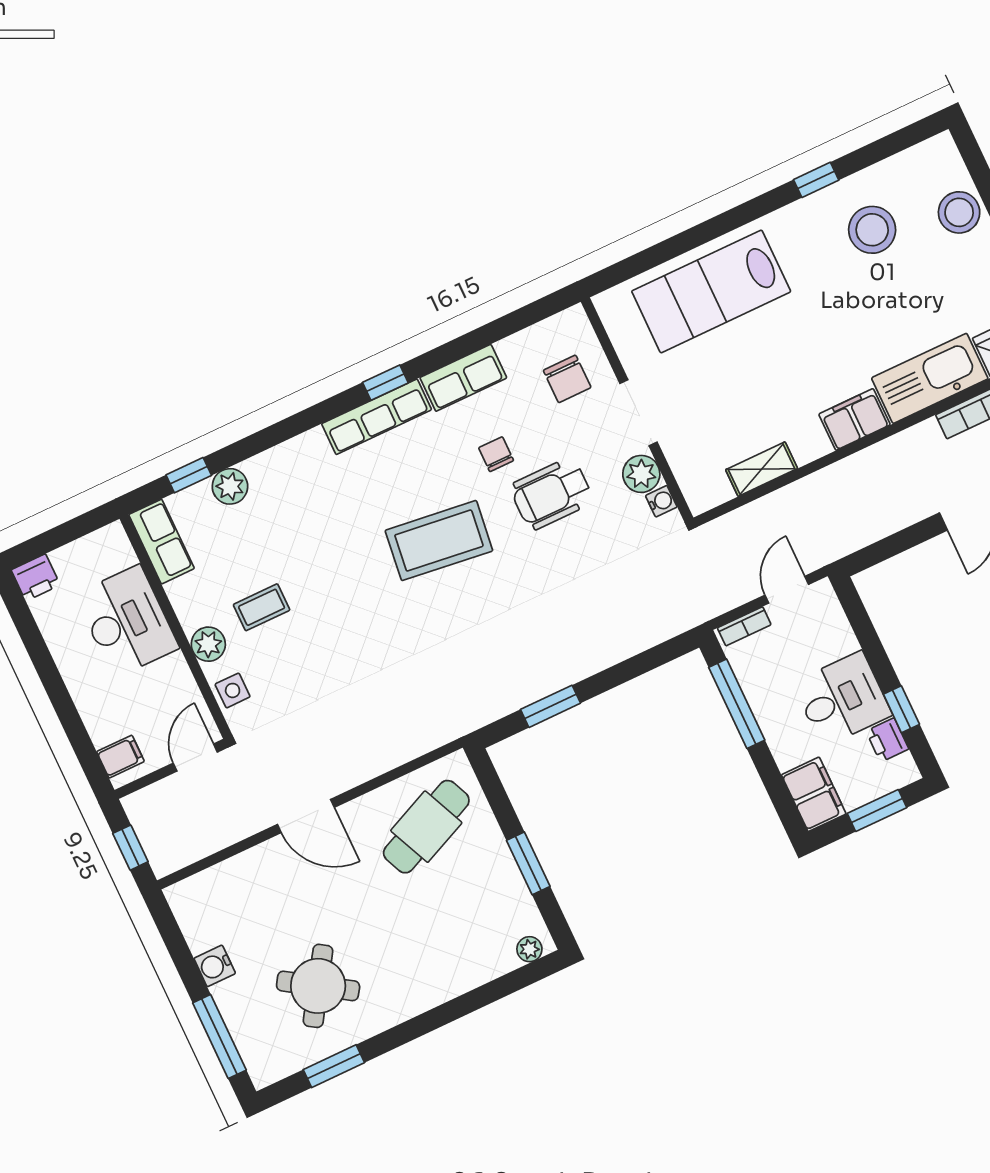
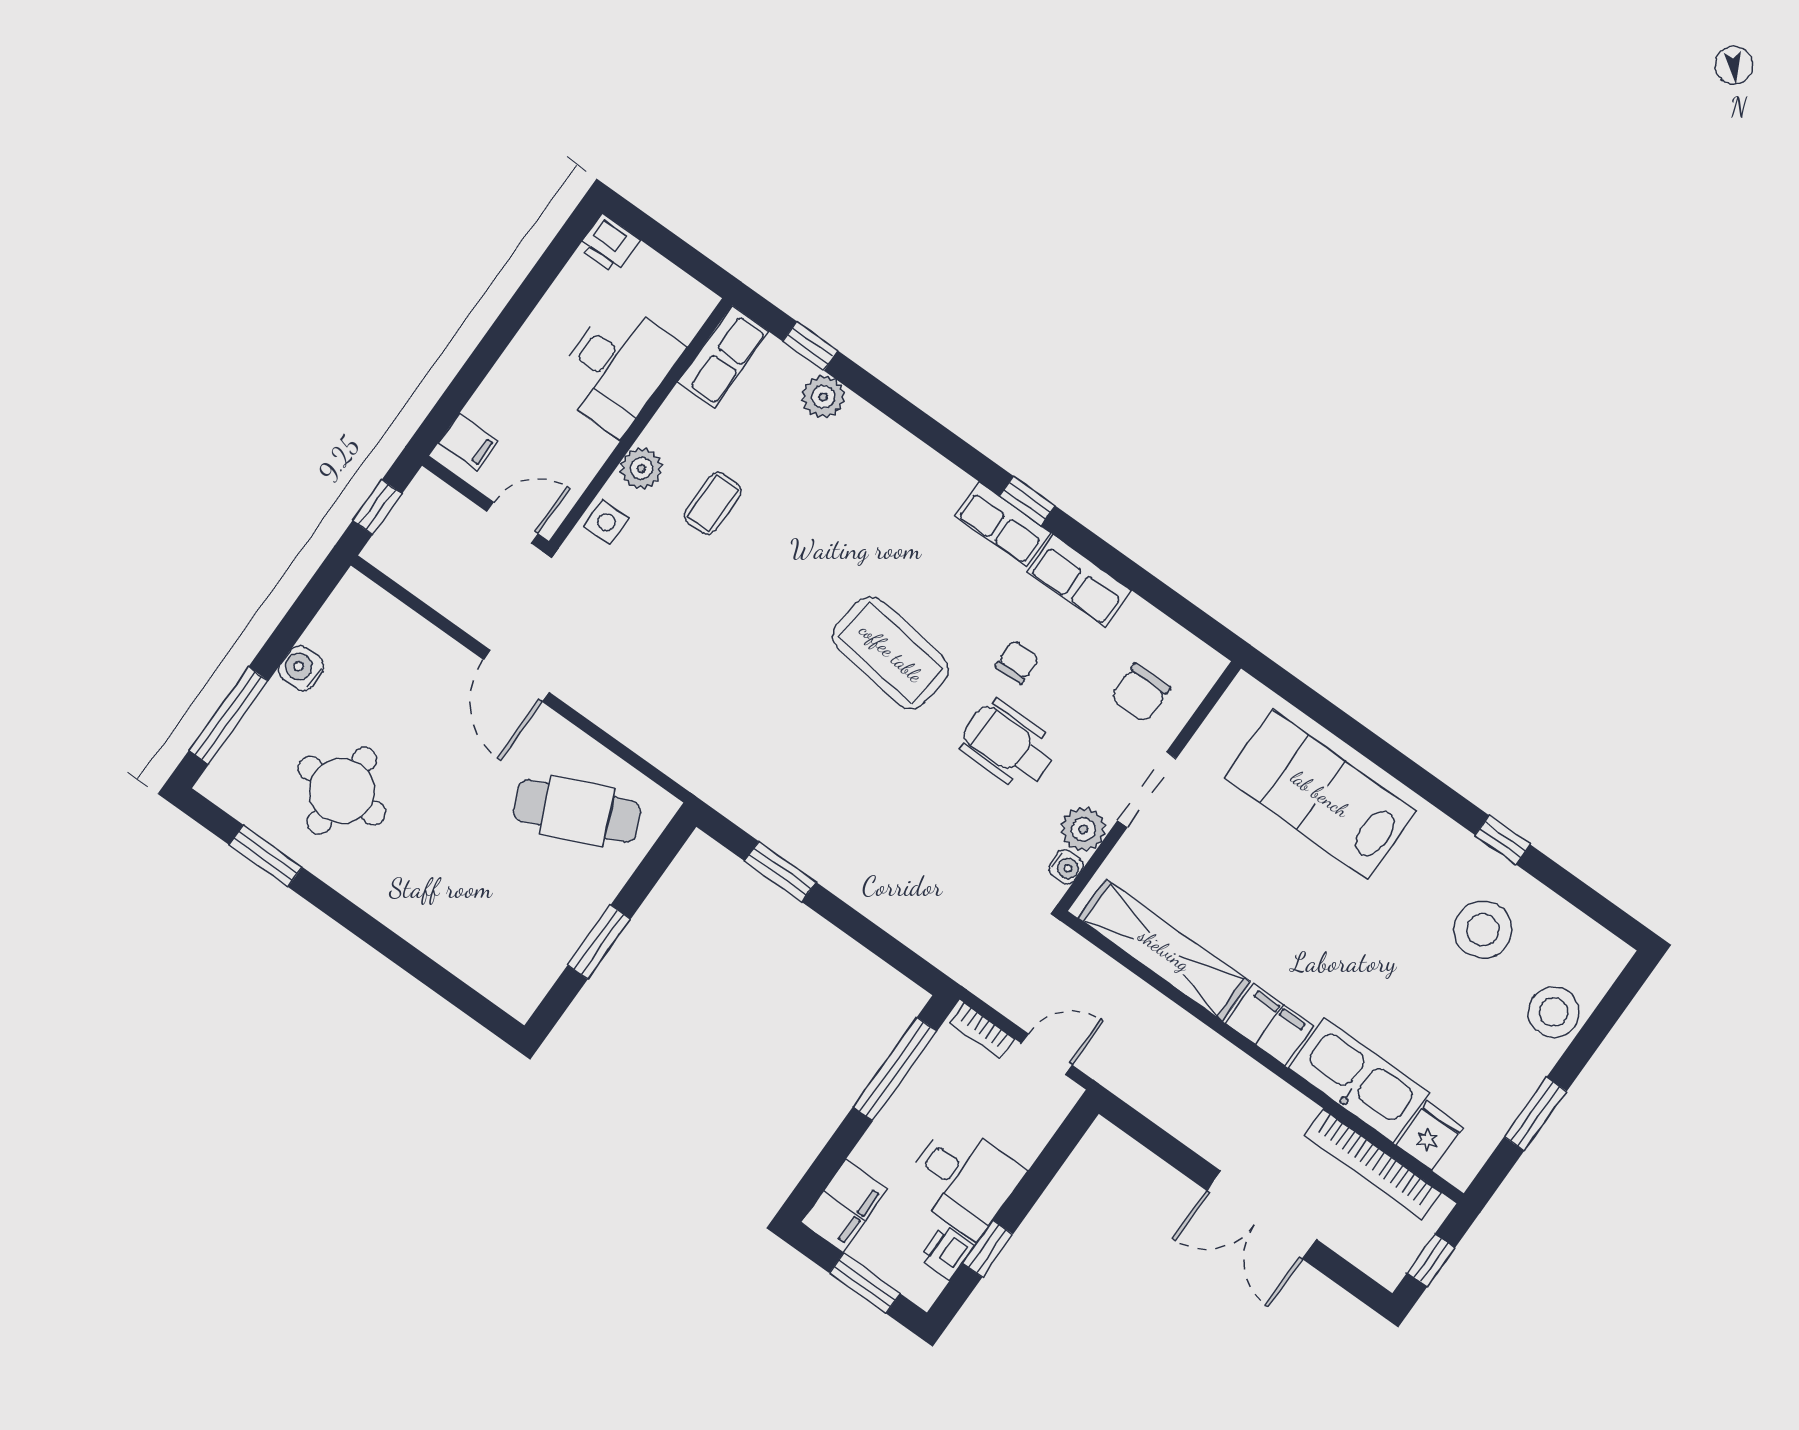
row of seats: (377, 417) -> (1003, 524), width x0.68
shelving: (762, 469) -> (1164, 950), width x2.20, depth x1.33
coffee table: (262, 607) -> (713, 503), turned 90
plant: (529, 949) -> (508, 995), removed
round table: (318, 986) -> (342, 791), turned -33

